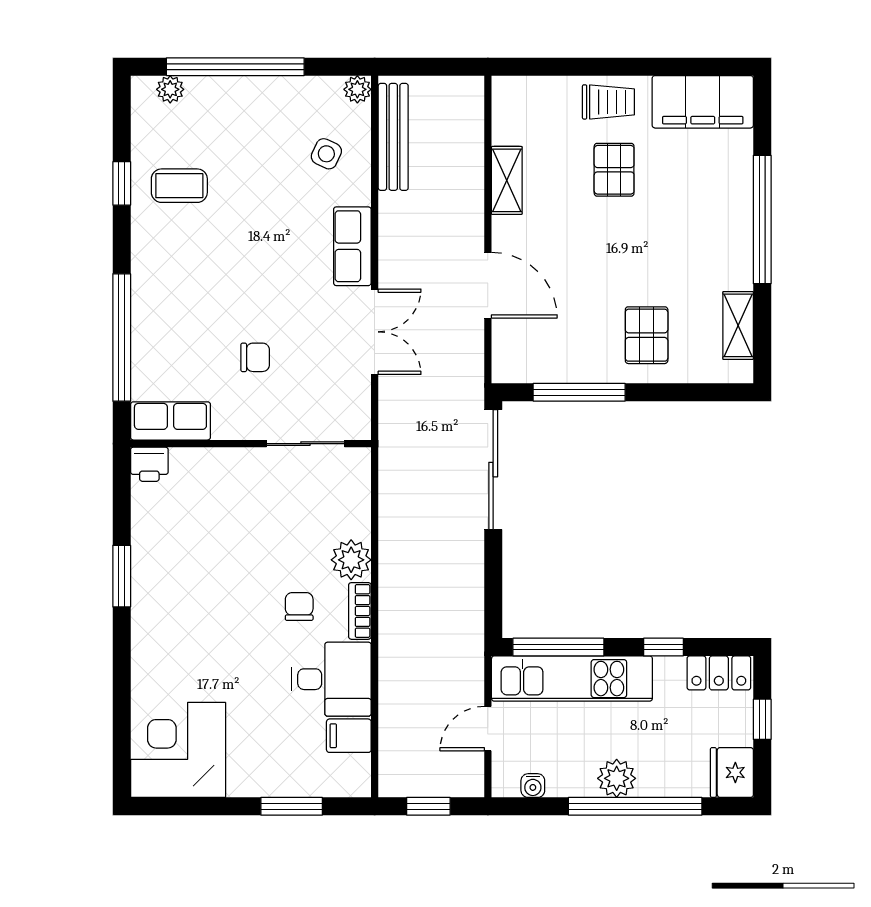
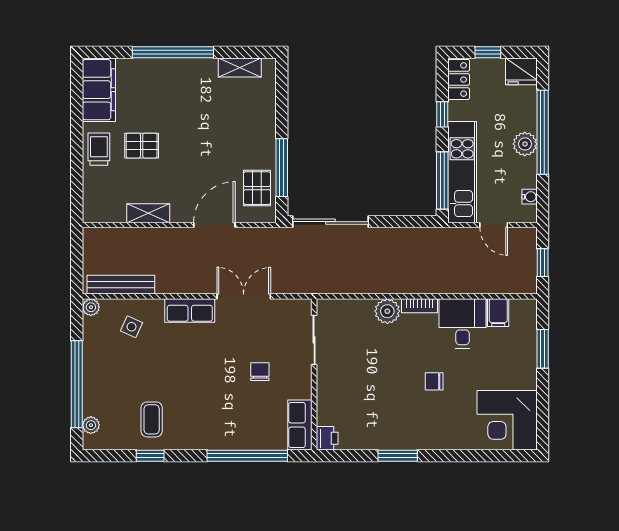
pallet: (647, 335) -> (257, 188), moved, turned 90
chair: (299, 607) -> (434, 381), moved

